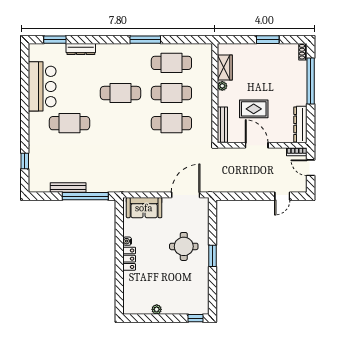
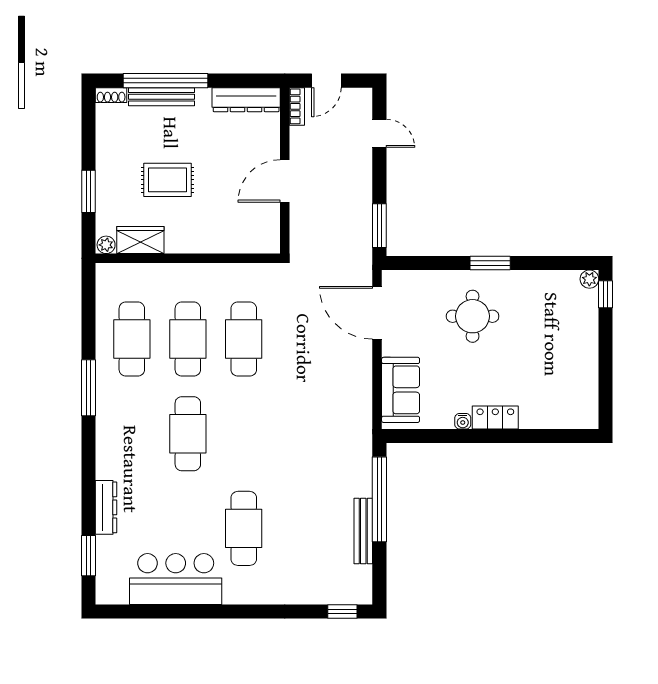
window: (268, 40) -> (89, 191), moved
plant: (222, 86) -> (106, 245), moved
rug: (254, 109) -> (167, 180), moved, turned 90
bench: (222, 125) -> (161, 97), moved
window: (25, 161) -> (342, 611), moved
window: (233, 196) -> (379, 226), added
plant: (157, 309) -> (589, 279), moved

